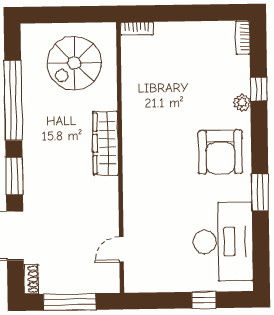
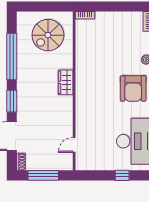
wardrobe: (106, 143) -> (66, 82), width x0.67

